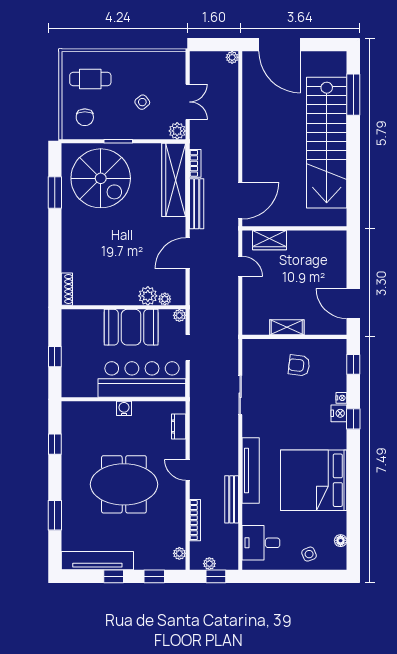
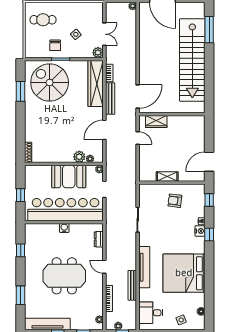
chair: (85, 117) -> (55, 45), moved
spiral stairs: (101, 178) -> (50, 82), turned 180
door: (353, 304) -> (209, 162), hinge flipped
bar counter: (142, 379) -> (66, 210), width x1.36

